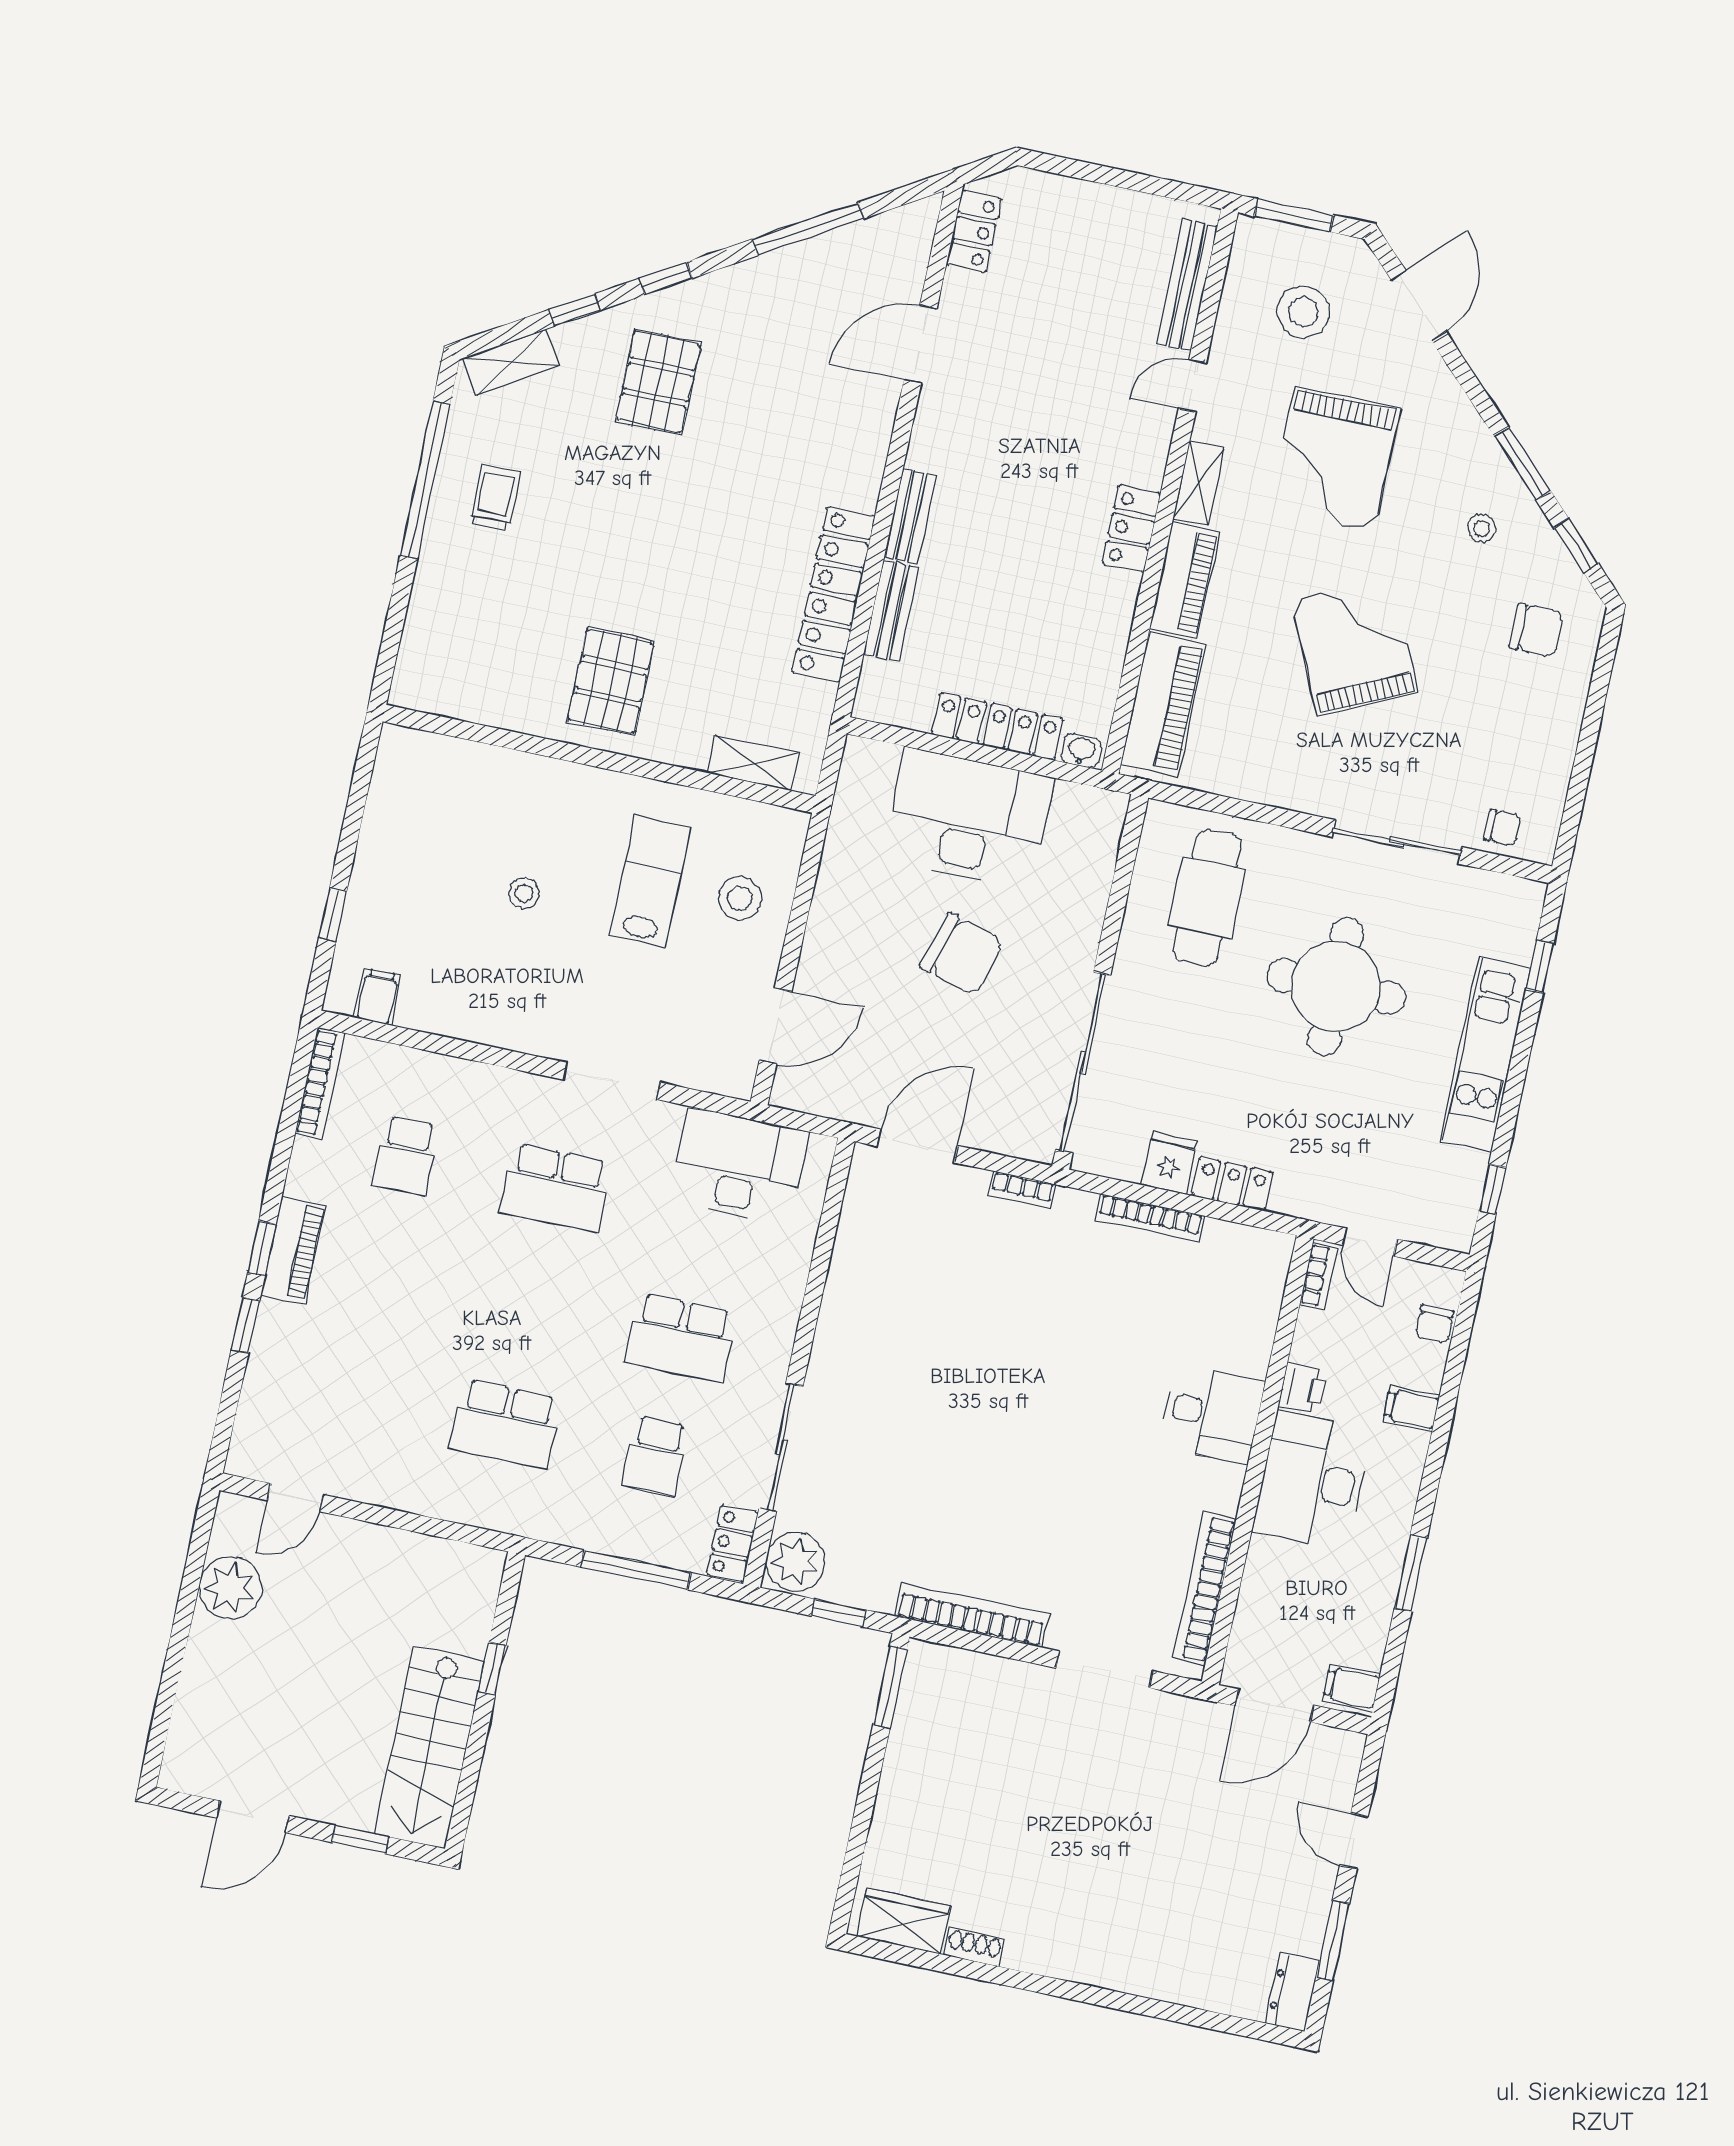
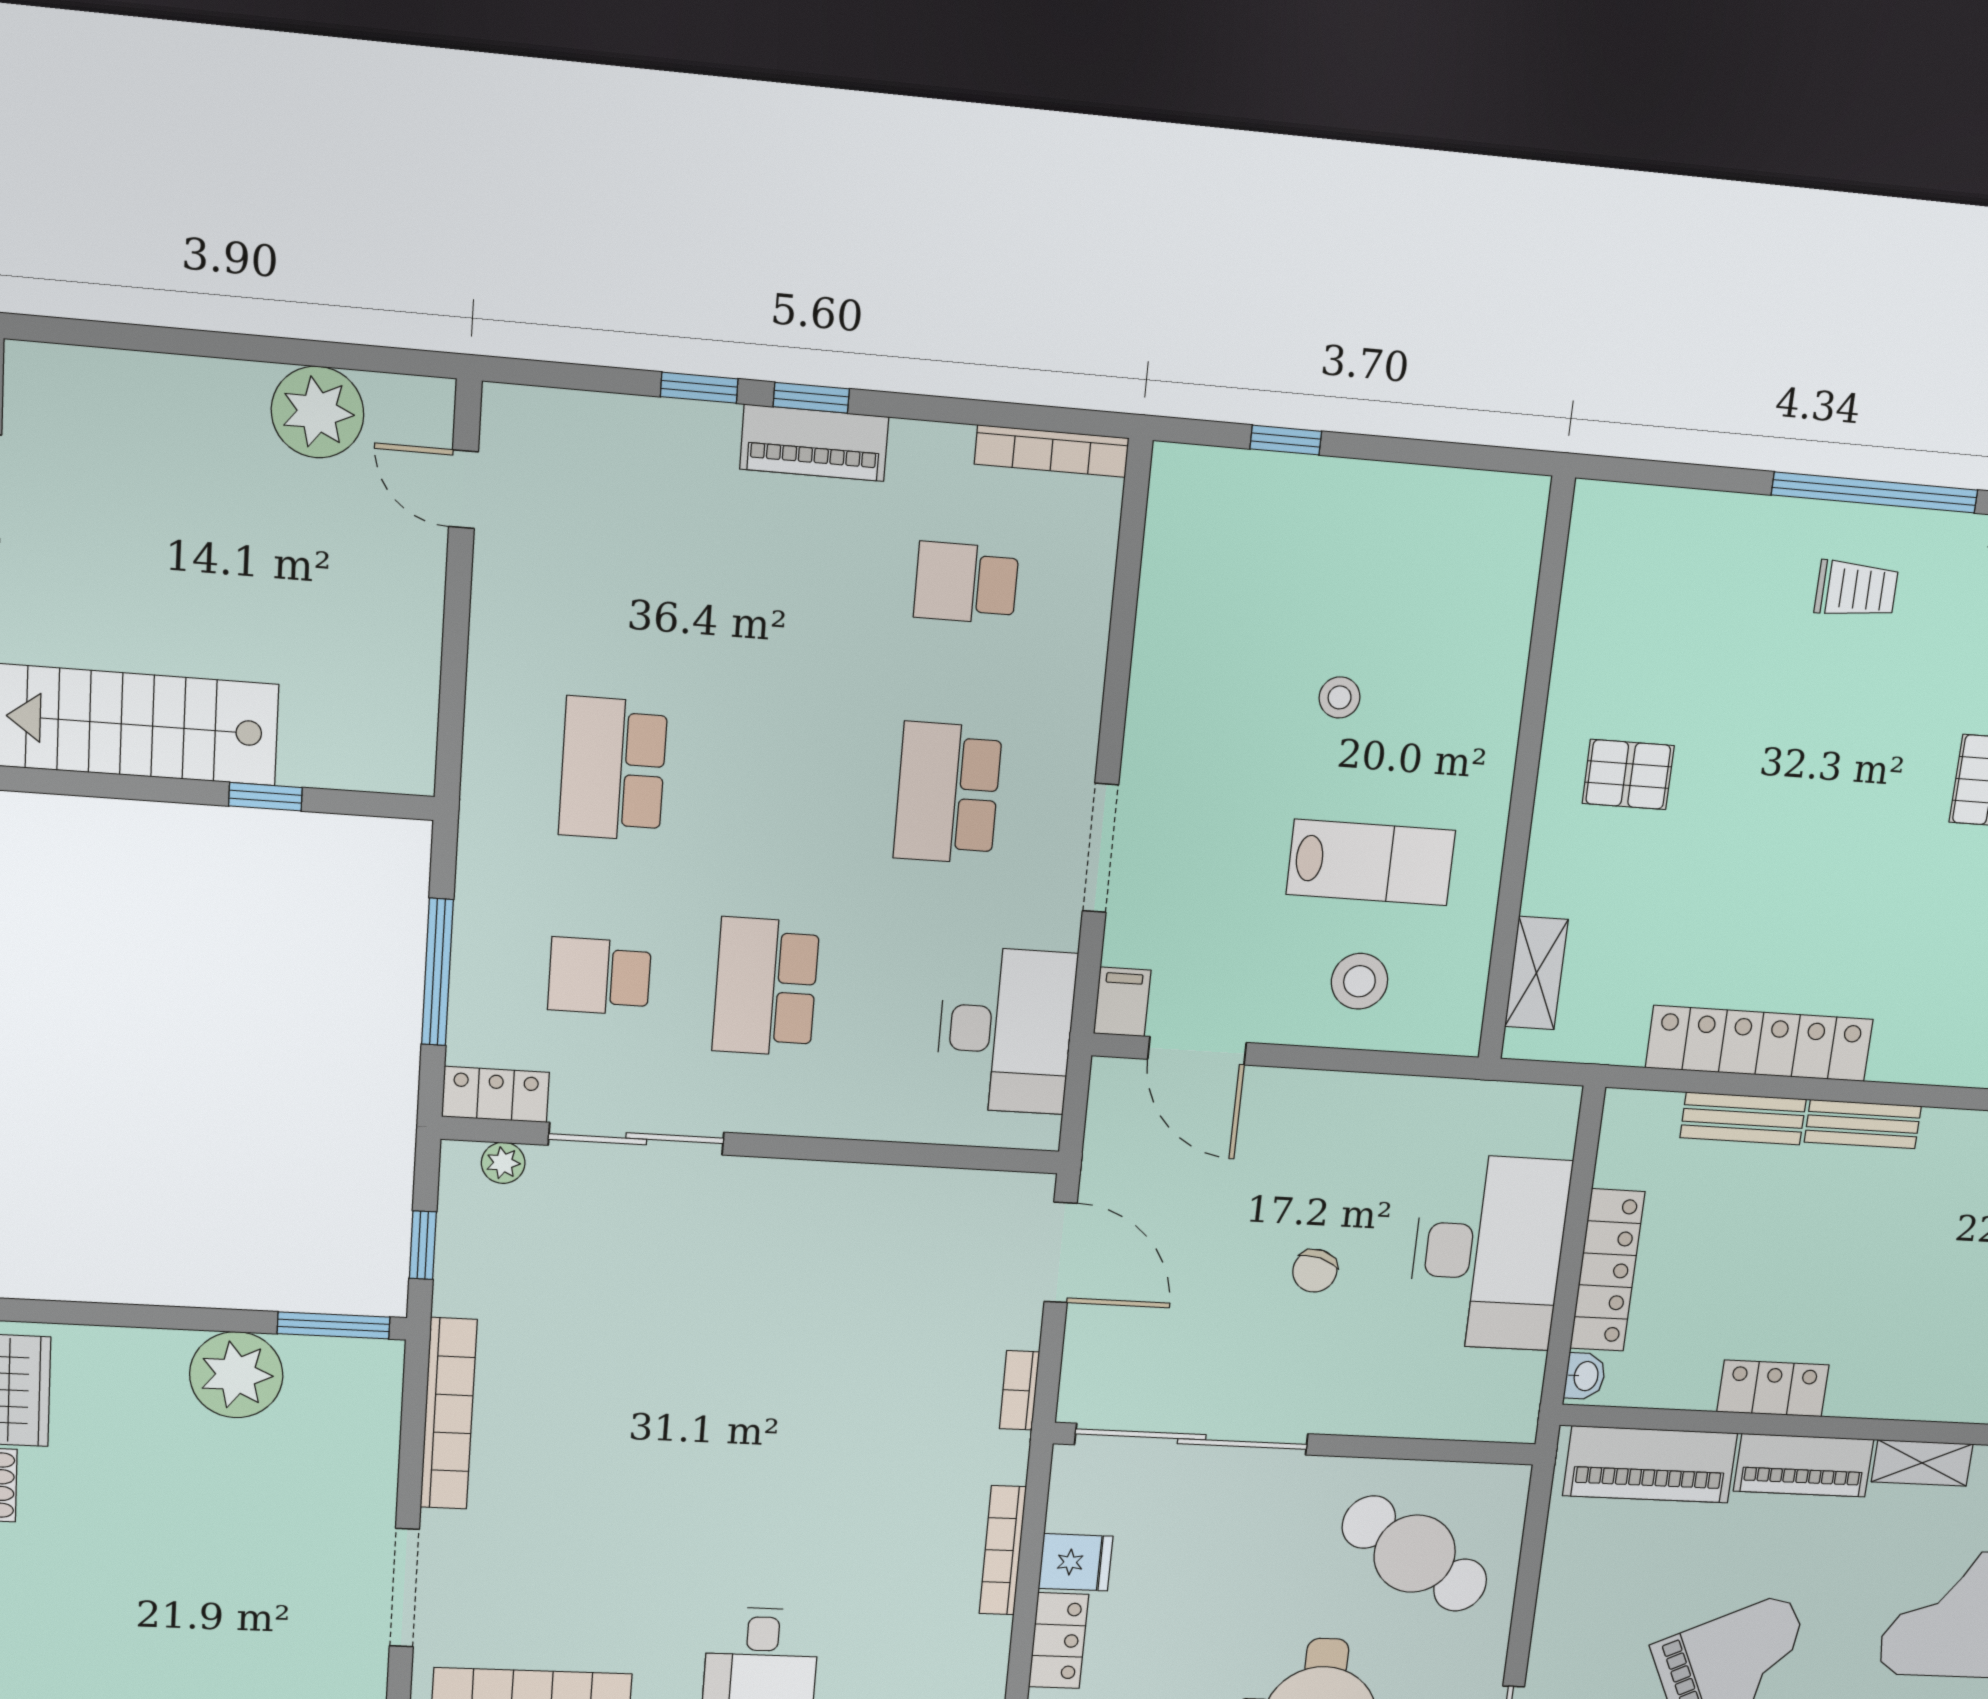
locker: (1131, 529) -> (1773, 1388), moved
pallet: (611, 681) -> (1628, 774), width x0.67, depth x0.71
cafe table: (1207, 898) -> (1415, 1554), turned 32
chair: (962, 954) -> (1315, 1271), width x0.54, depth x0.54
filing cabinet: (378, 996) -> (1122, 1002), moved, turned -90
plant: (795, 1562) -> (503, 1163), width x0.53, depth x0.53
plant: (917, 1763) -> (236, 1375), added

